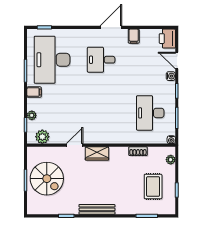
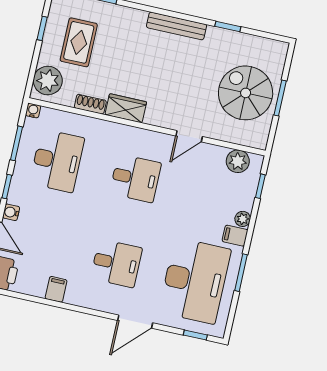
door: (111, 27) -> (135, 322), moved
desk: (101, 113) -> (135, 178), added
plant: (32, 115) -> (243, 219), moved
wardrobe: (97, 153) -> (126, 108), moved
plant: (171, 160) -> (48, 81), width x1.87, depth x1.87

